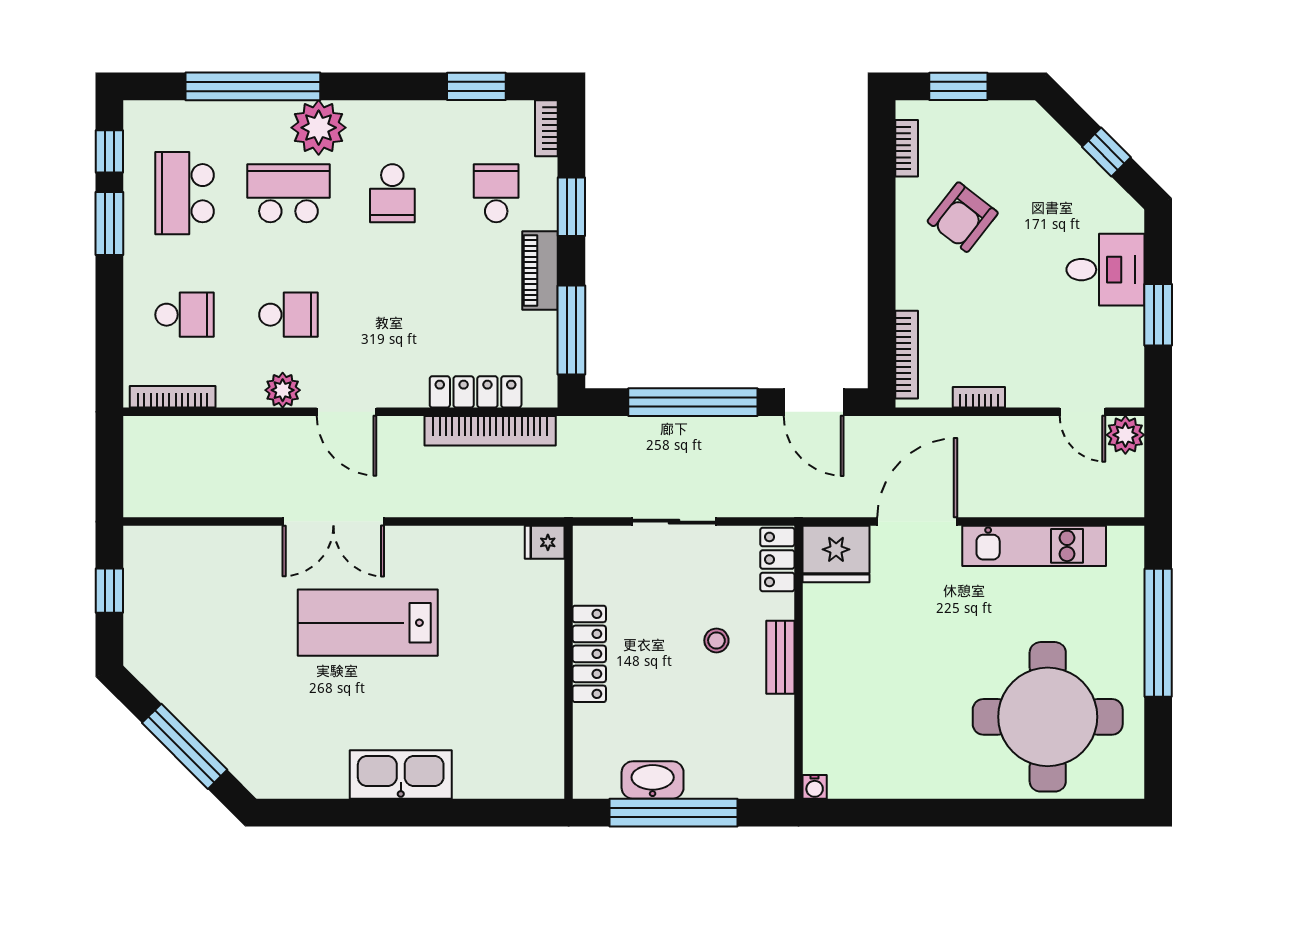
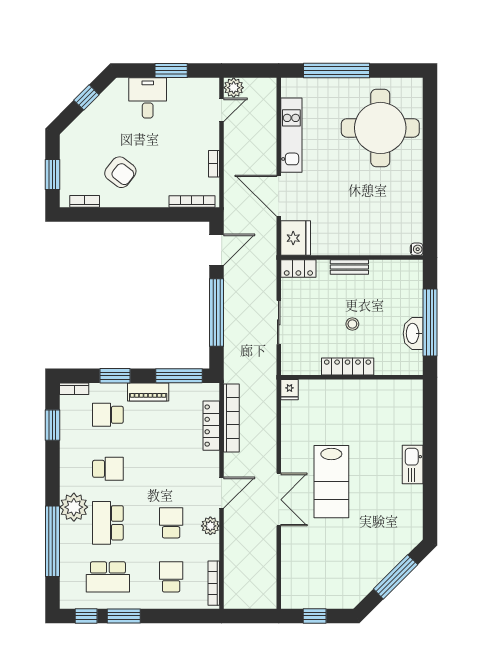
stool: (716, 640) -> (352, 324), moved
kitchen sink: (401, 774) -> (413, 464), width x0.73, depth x0.81

